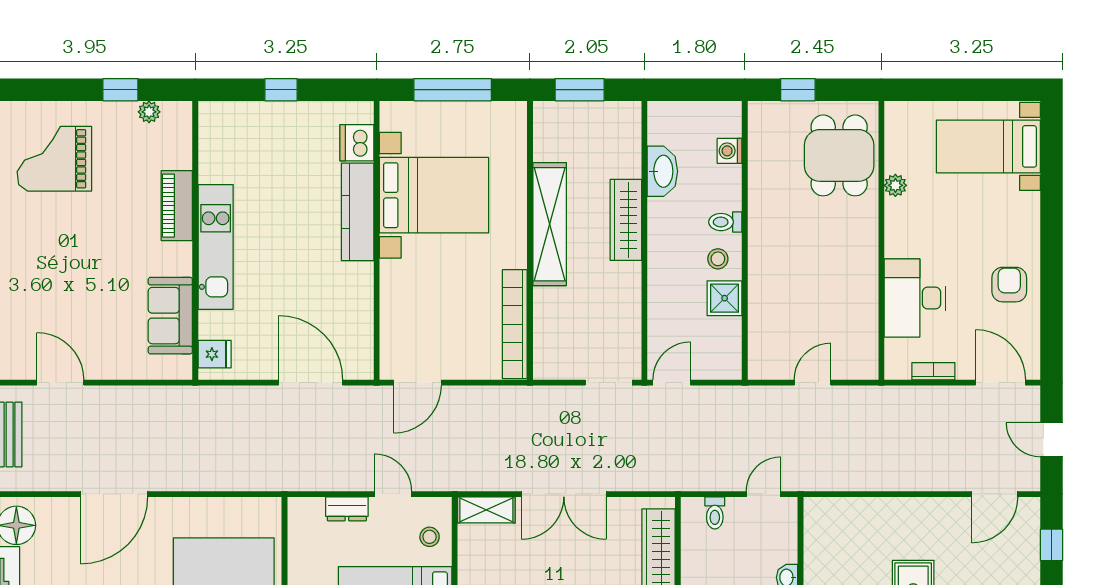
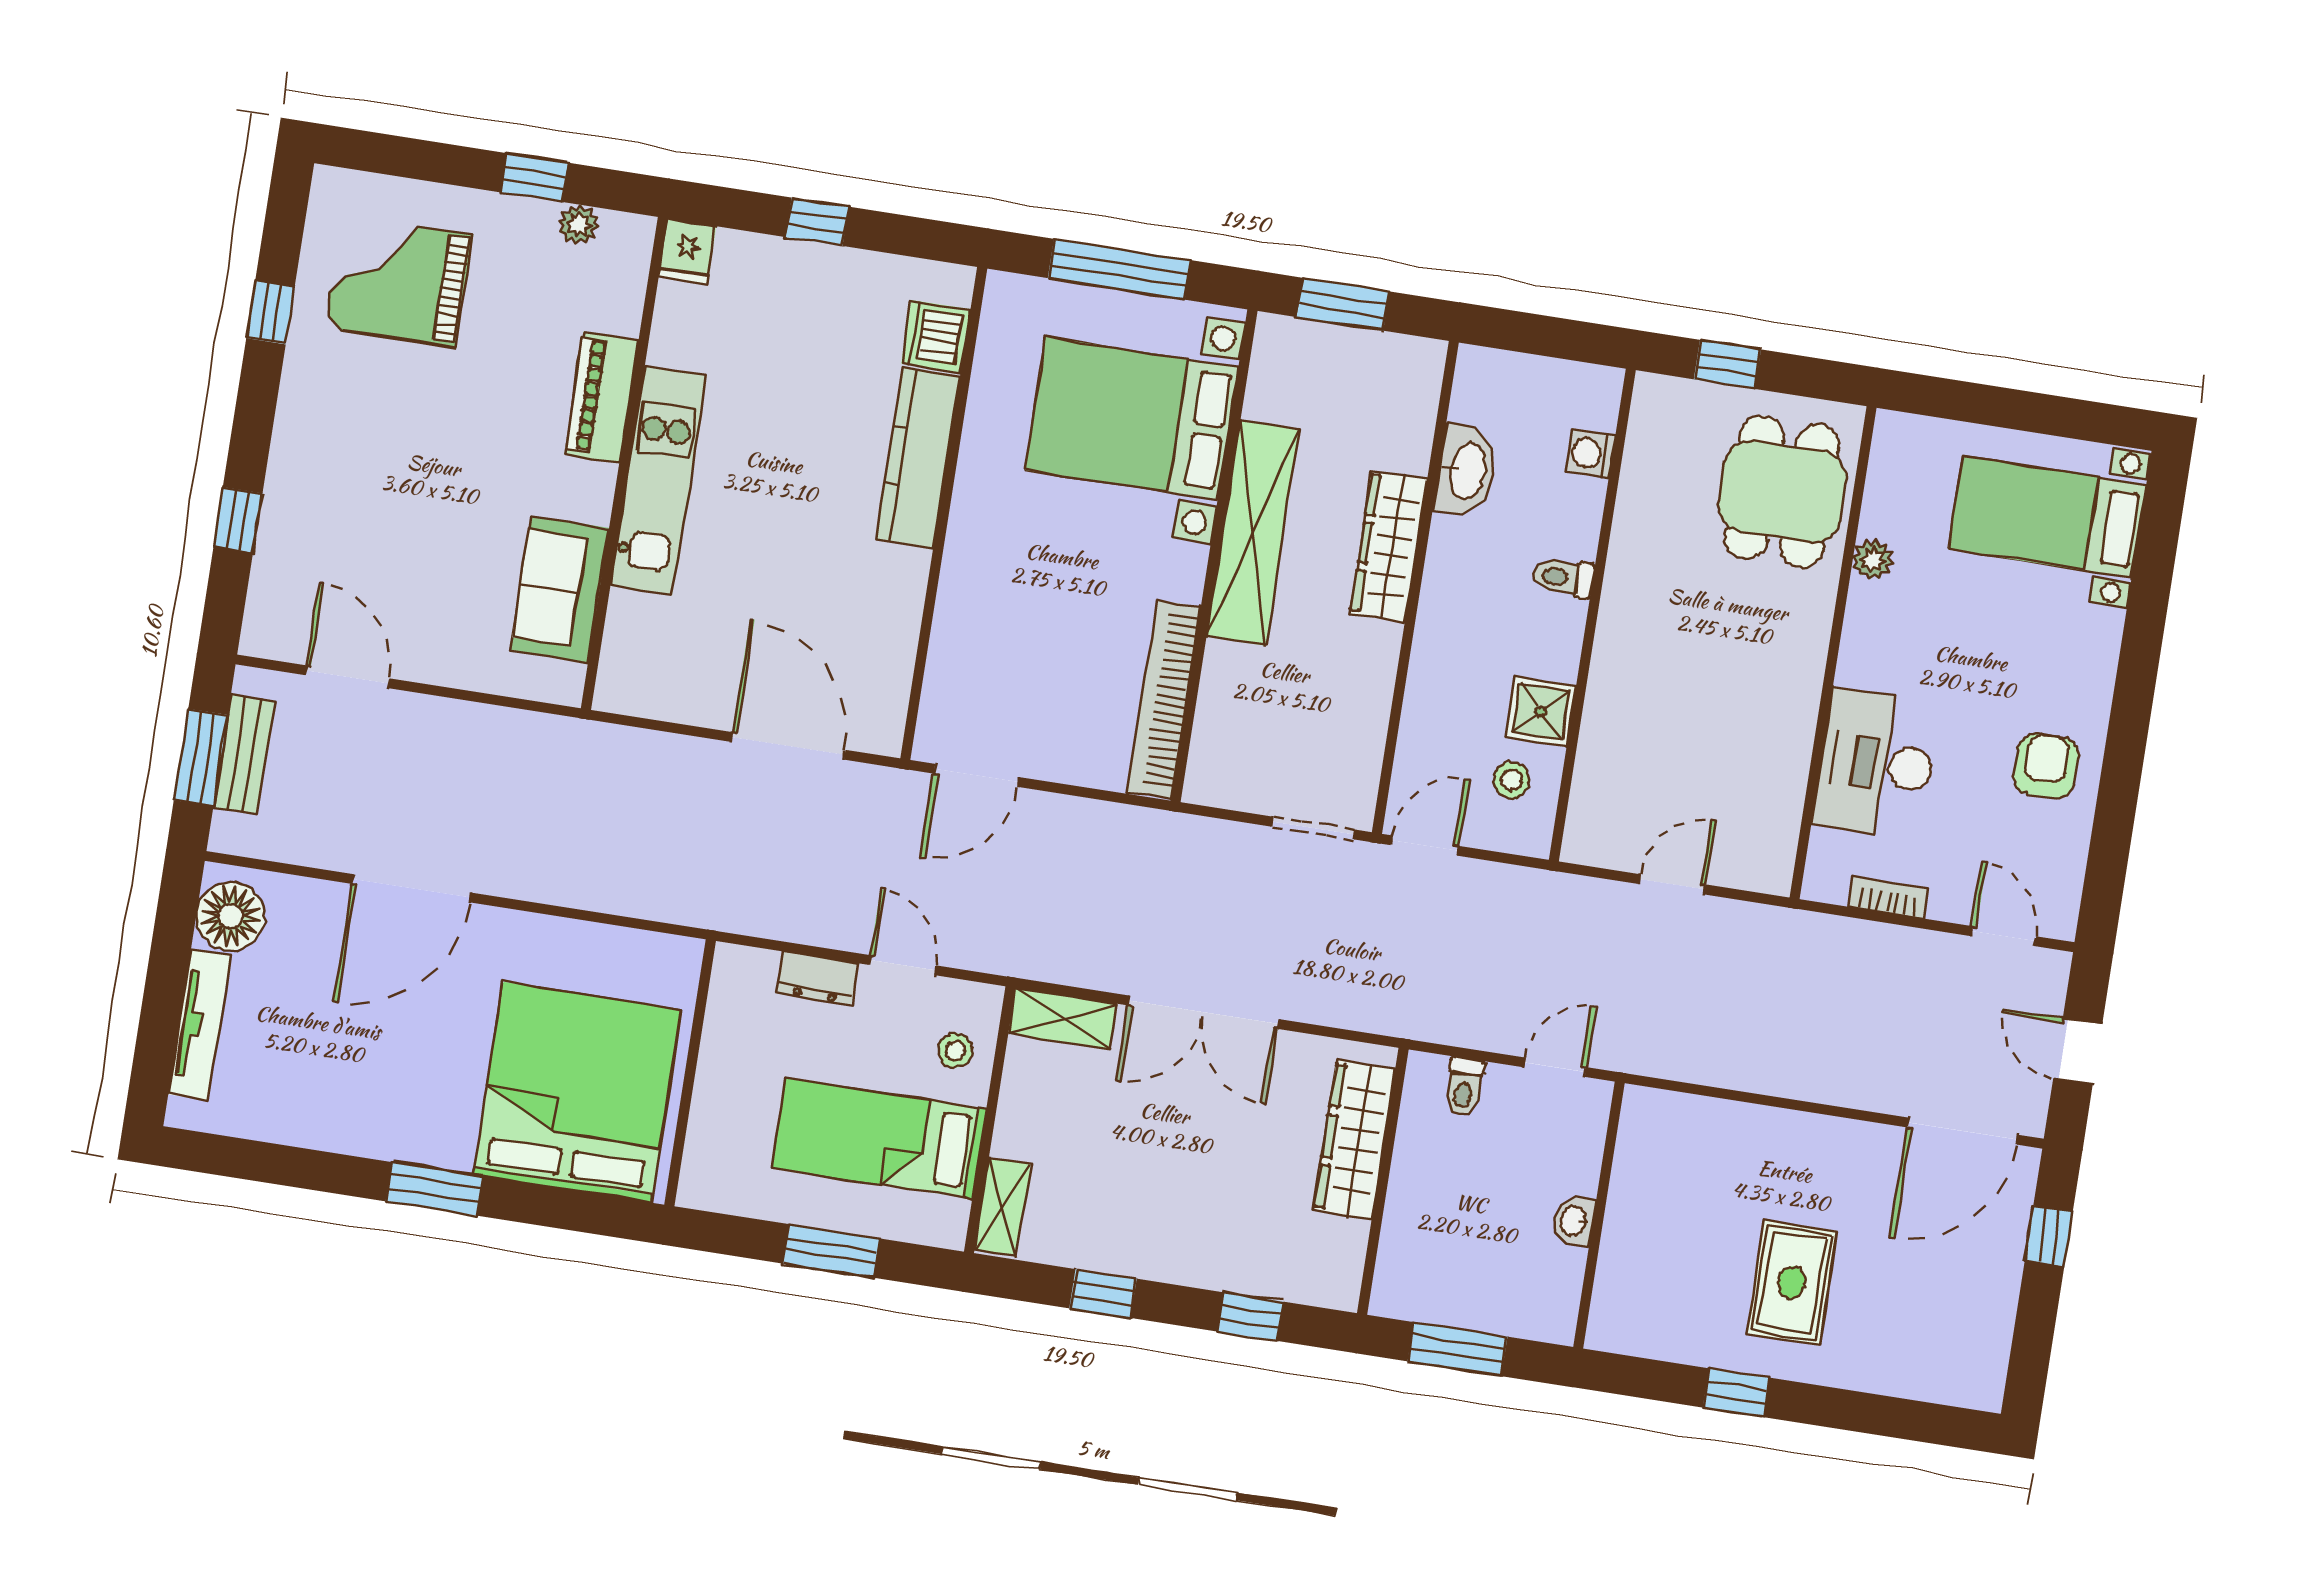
bed with nightstands: (434, 195) -> (1132, 418), moved, turned 180
stool: (718, 259) -> (1511, 780), moved
fridge: (215, 354) -> (688, 251), moved, turned 90
door: (1000, 383) -> (2003, 936), width x0.73
door: (995, 494) -> (1963, 1131), width x1.36

